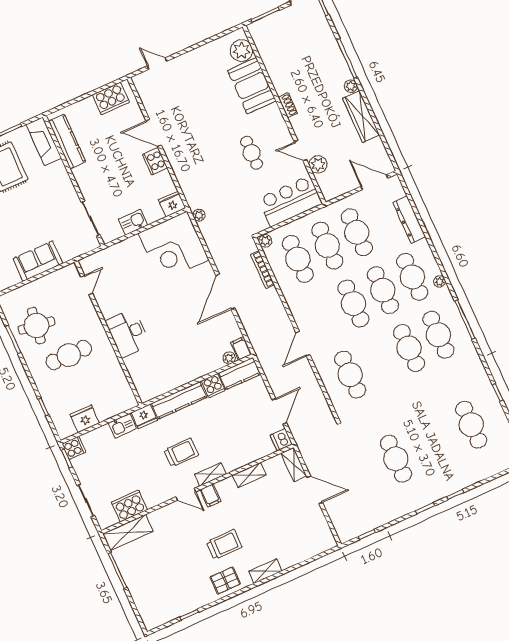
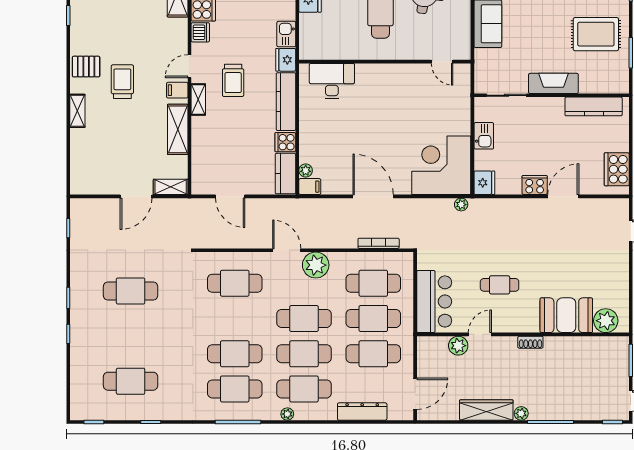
fireplace: (44, 141) -> (553, 83), moved
plant: (265, 241) -> (316, 265), moved, width x1.88, depth x1.88
desk: (128, 333) -> (332, 81), moved
dishwasher: (281, 440) -> (200, 32), moved, turned 90
shelving: (249, 475) -> (178, 129), width x1.50, depth x1.33
trolley: (224, 545) -> (122, 82), turned 180
pallet: (225, 581) -> (86, 67), turned 90

